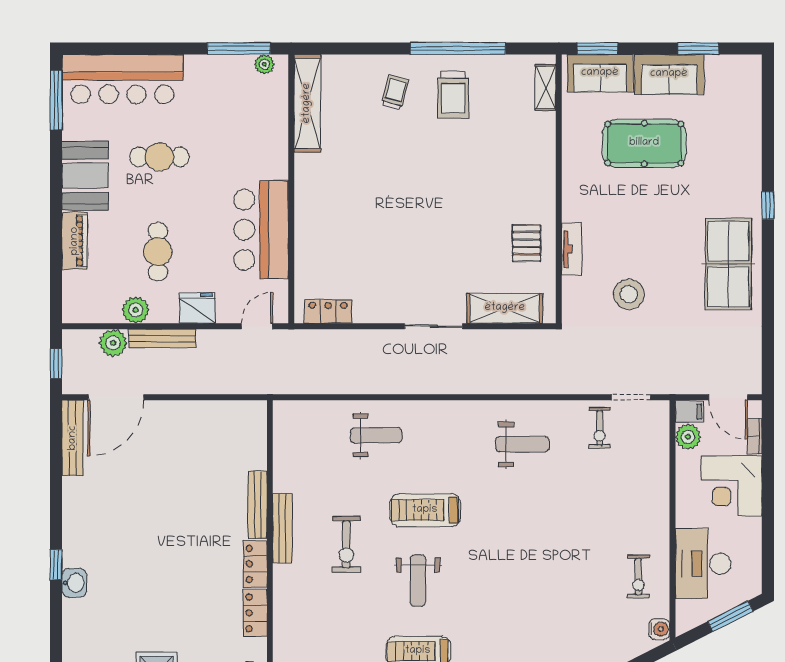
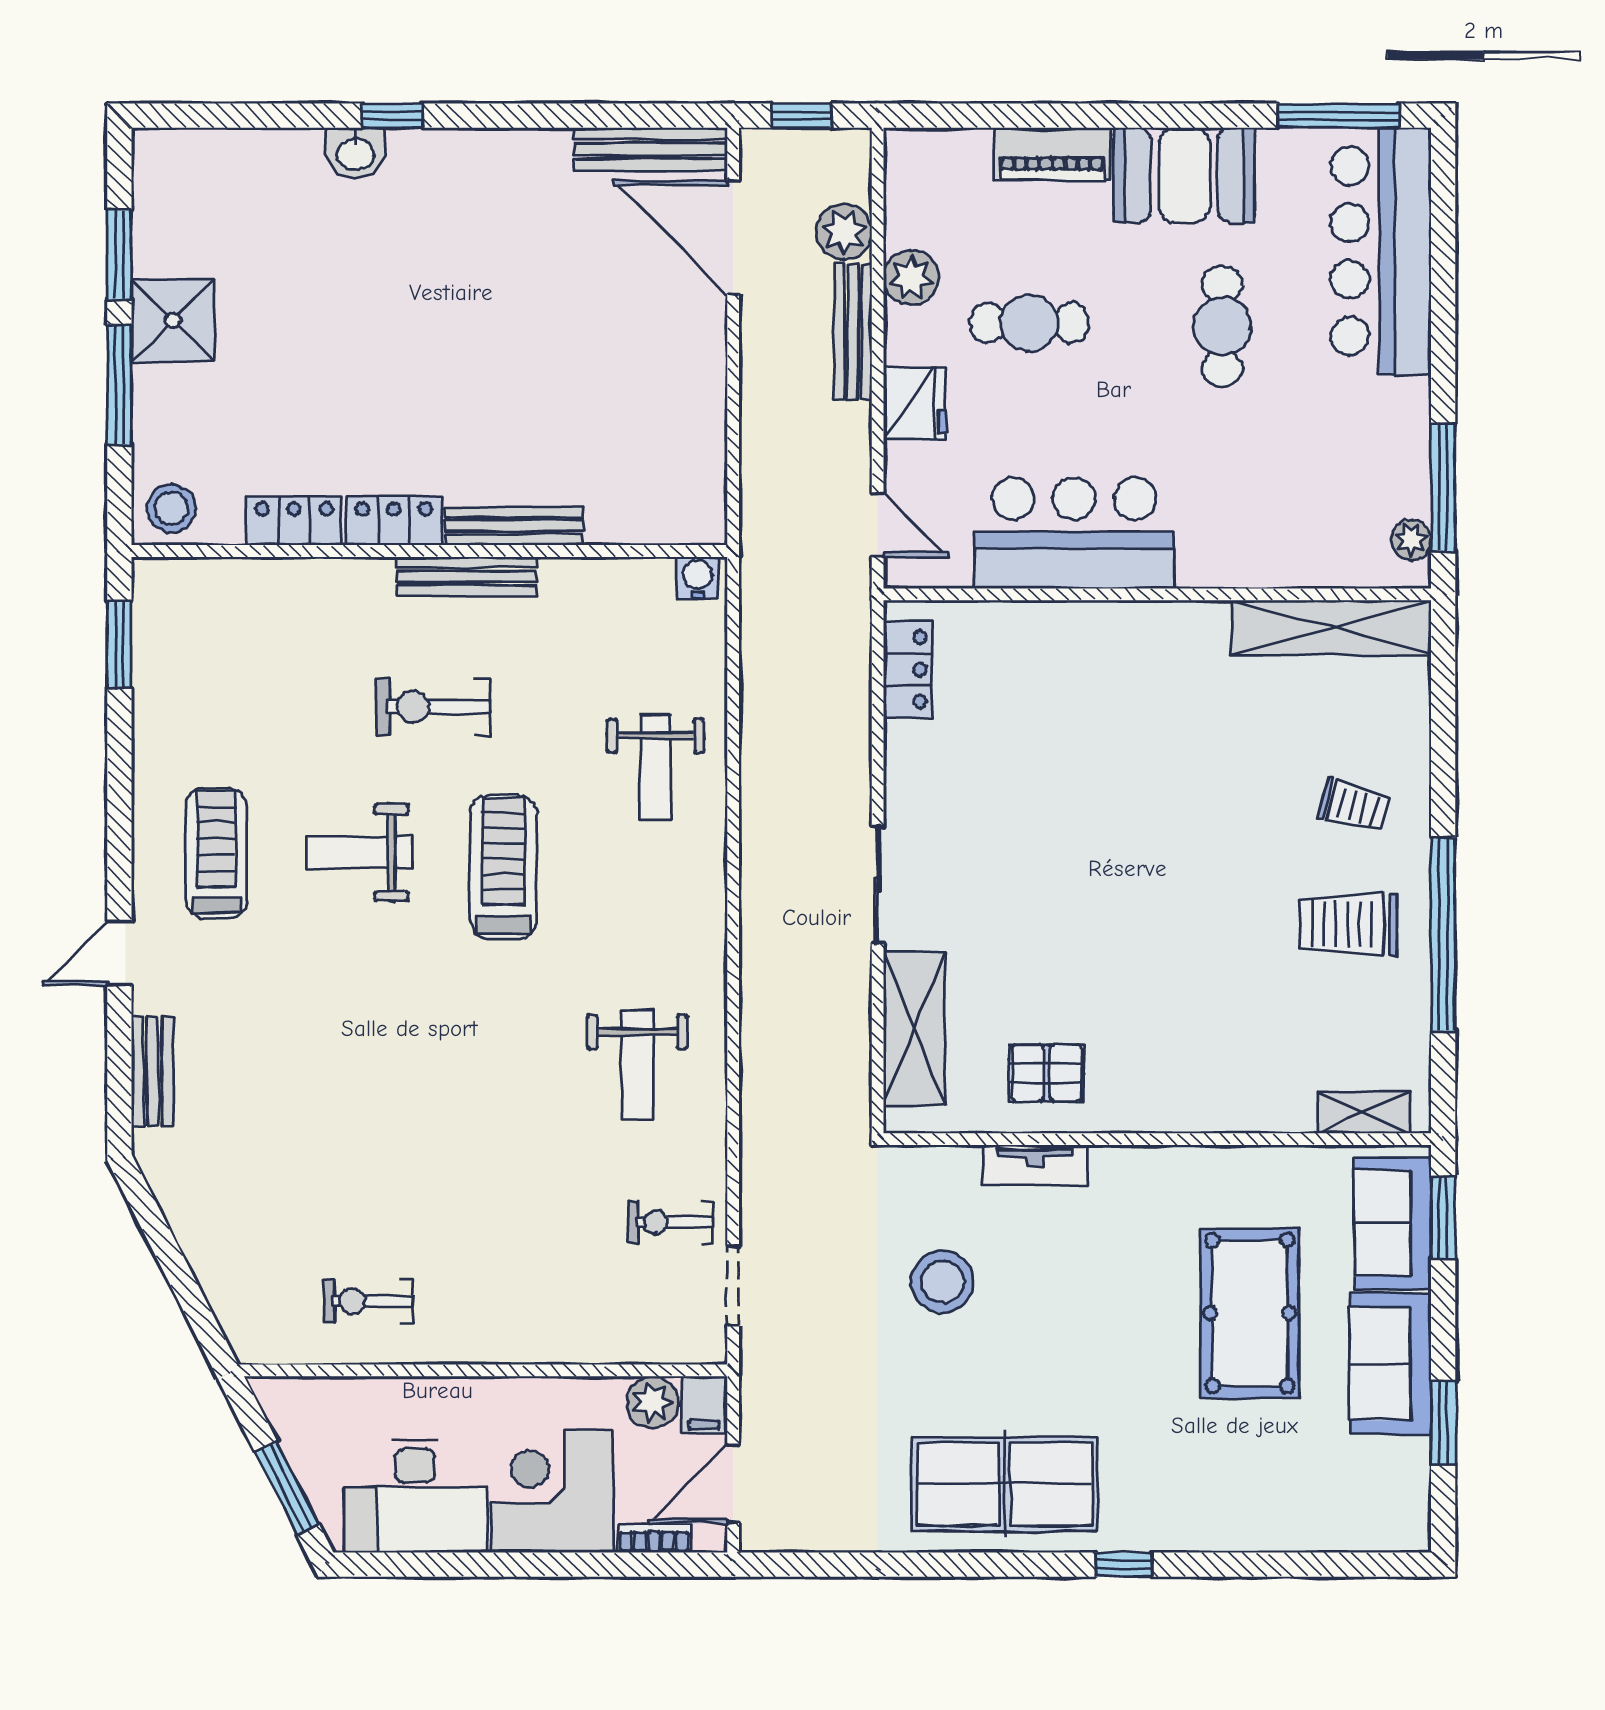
desk: (703, 564) -> (415, 1496), moved, turned 180
water cooler: (659, 629) -> (698, 578), moved, turned 180

